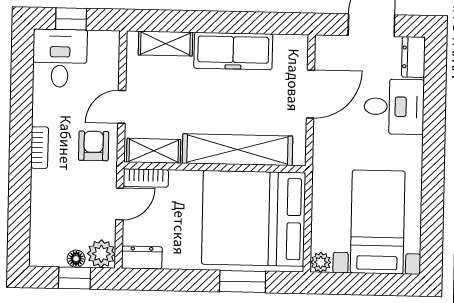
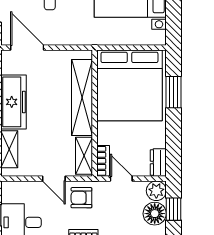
door: (310, 94) -> (27, 48), moved
floor lamp: (76, 259) -> (155, 214), width x1.89, depth x1.89
plant: (321, 262) -> (159, 38), removed

